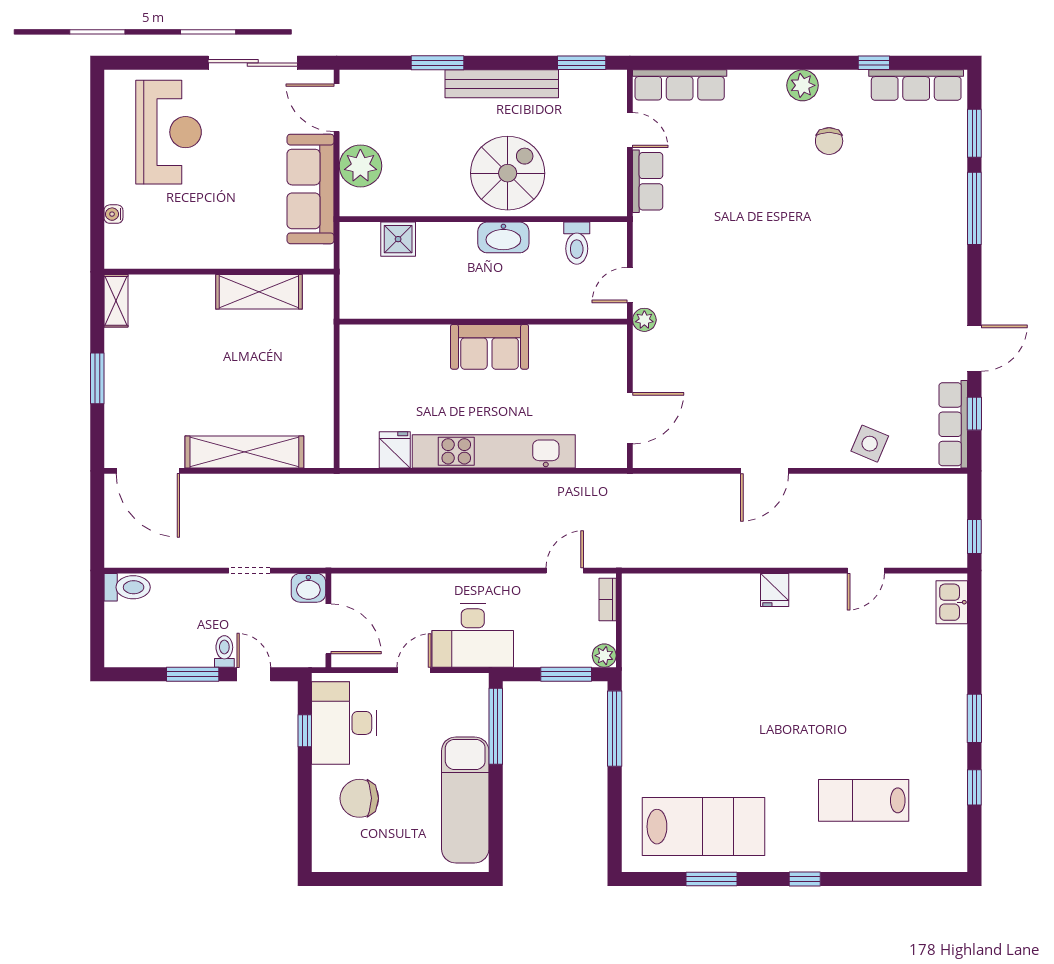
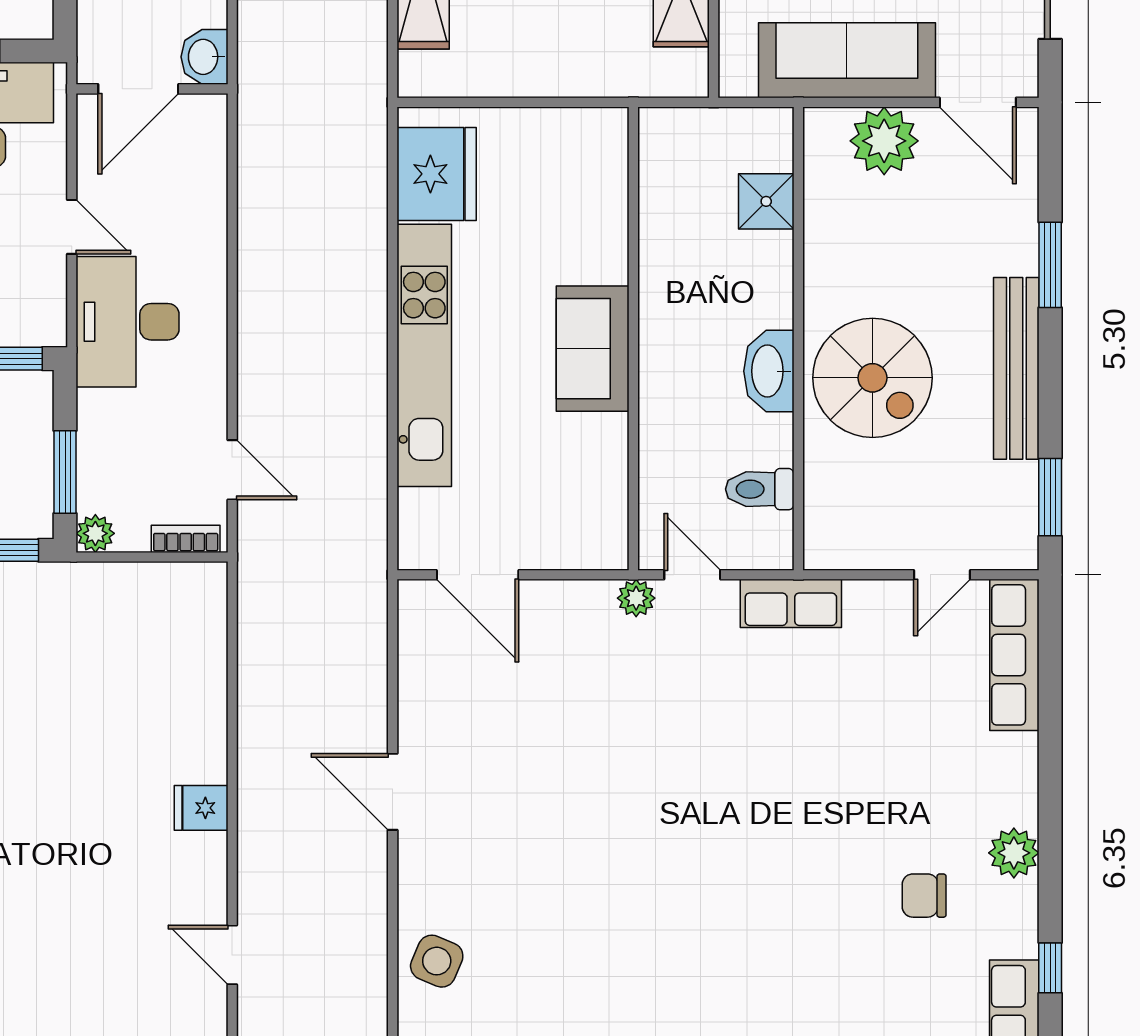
door: (337, 108) -> (978, 102), swing flipped
row of seats: (648, 181) -> (791, 603), moved
fridge: (395, 450) -> (437, 174), width x1.88, depth x1.34

